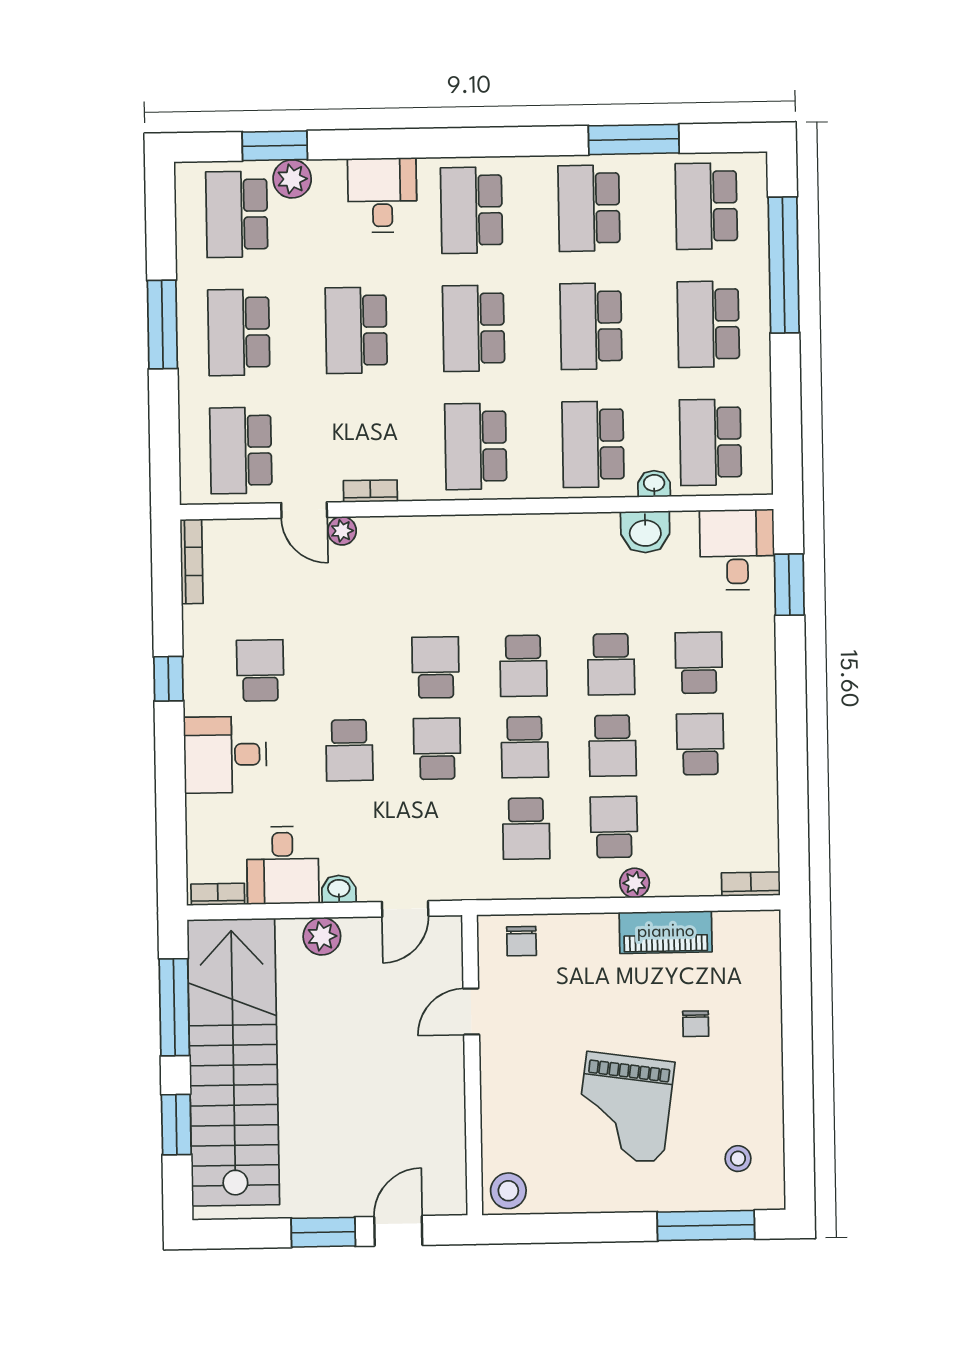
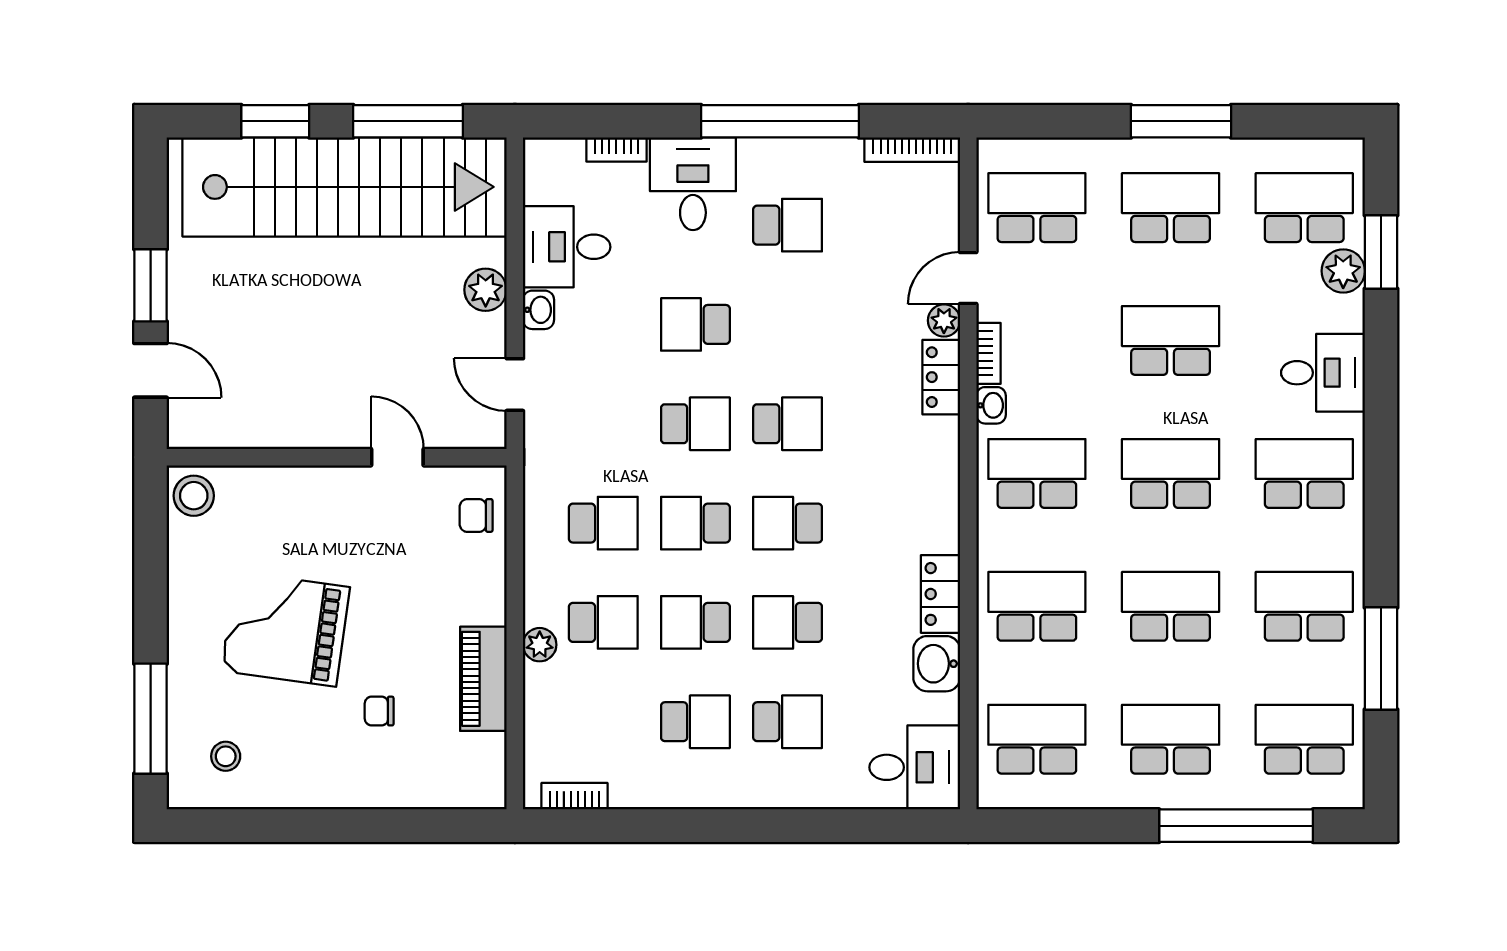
washbasin: (654, 484) -> (991, 405), moved
locker: (584, 530) -> (940, 594), added
locker: (392, 532) -> (941, 377), added
window: (789, 585) -> (874, 826), removed
window: (169, 679) -> (780, 121), width x3.17
school desk: (526, 829) -> (603, 523), turned 180
bookcase: (751, 884) -> (575, 796), moved, turned -90
bookcase: (218, 894) -> (616, 150), moved, turned 90

